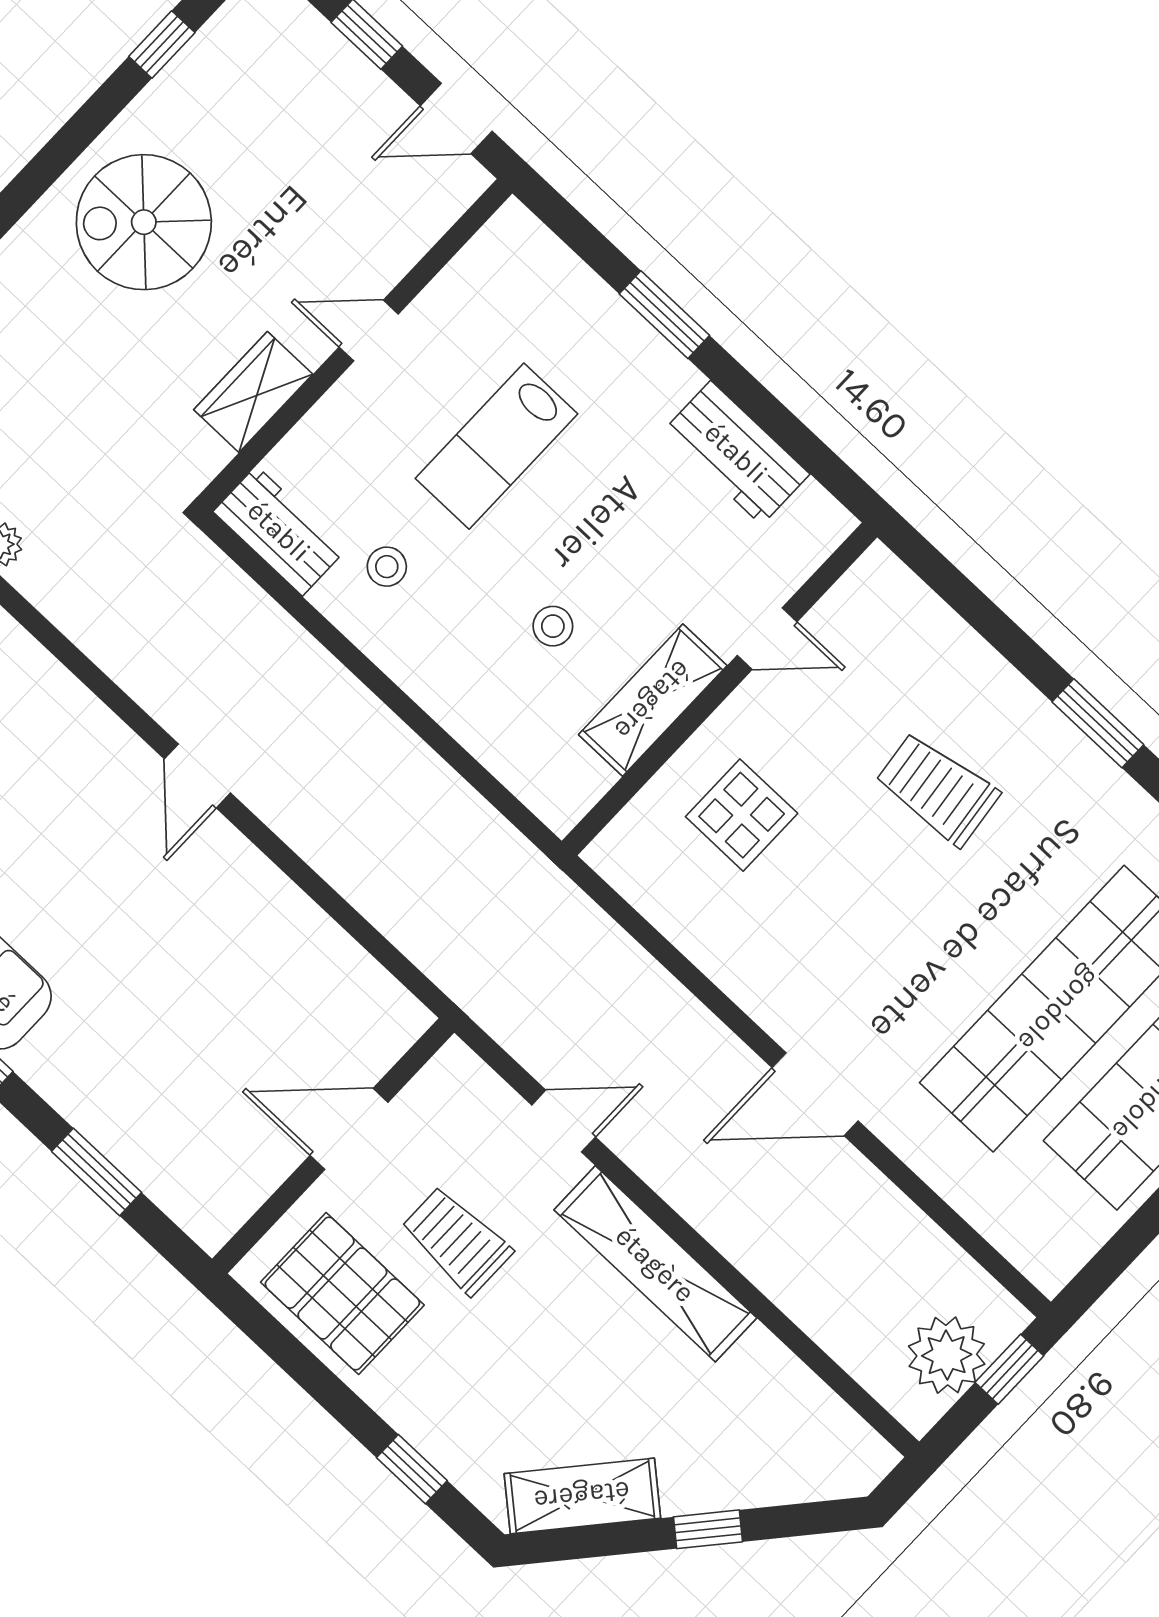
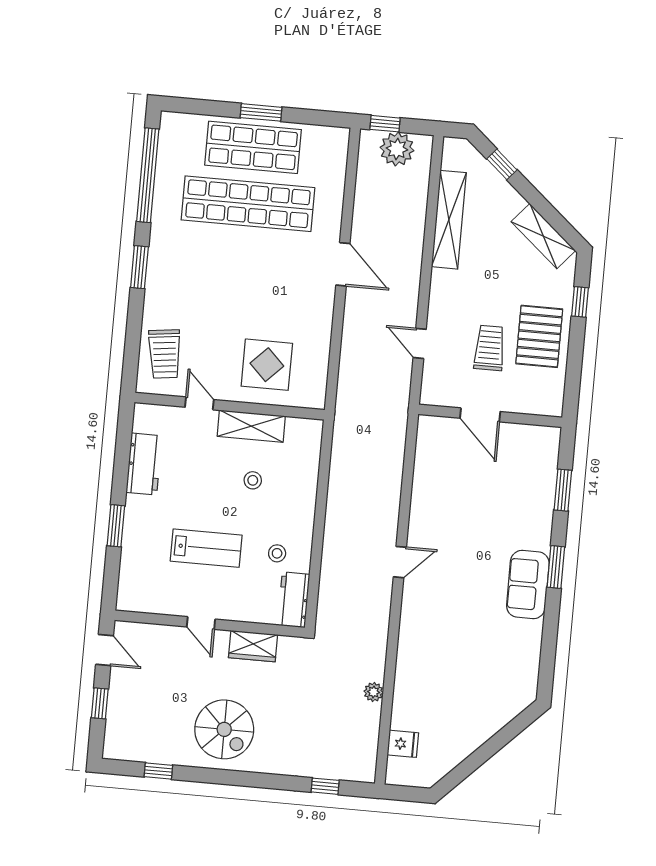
trolley: (937, 789) -> (165, 354), moved
display table: (742, 815) -> (267, 365), width x1.36, depth x1.36
trolley: (457, 1240) -> (489, 348), turned 180
shelving: (655, 1264) -> (449, 220), moved
pallet: (342, 1294) -> (539, 336), moved
window: (708, 1529) -> (502, 164), moved

